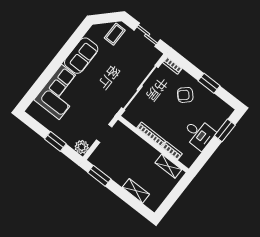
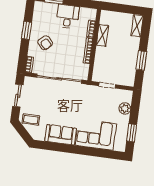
window: (55, 141) -> (132, 133), moved
plant: (82, 147) -> (125, 108), moved
shelving: (168, 166) -> (102, 35), moved
window: (99, 176) -> (141, 60), moved
shelving: (136, 191) -> (137, 26), moved

